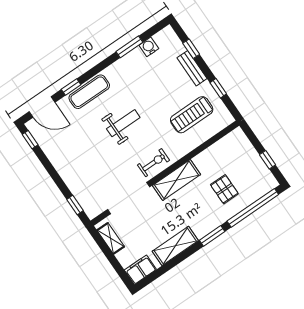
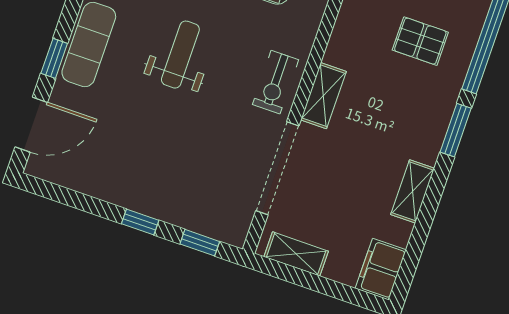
window: (30, 140) -> (140, 222), moved
exercise bike: (154, 163) -> (275, 82), turned 180
shelving: (176, 180) -> (323, 96), width x0.67, depth x0.75
shelving: (175, 246) -> (413, 191), width x0.67, depth x0.75

